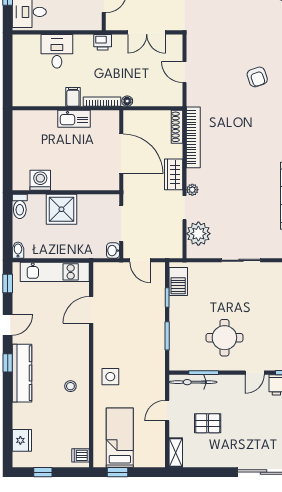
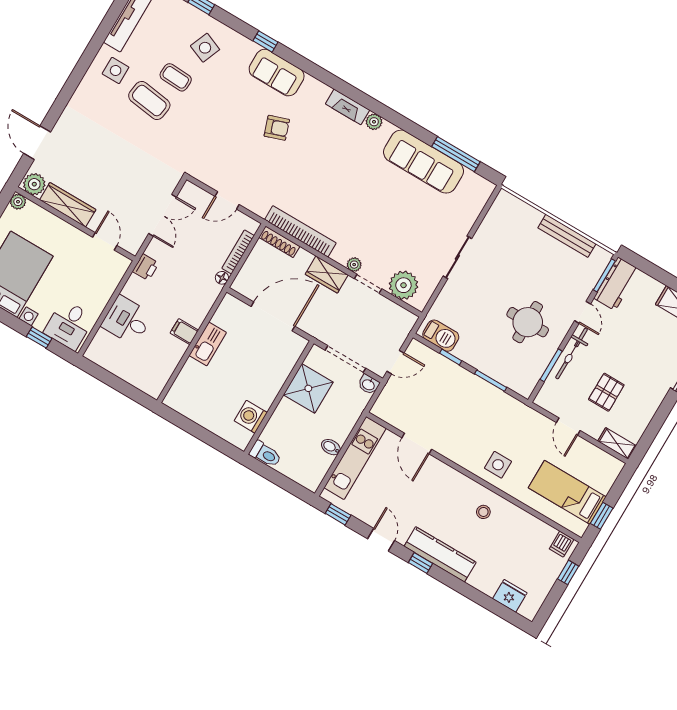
bookcase: (102, 102) -> (238, 252), moved
shower: (61, 209) -> (308, 388), moved
bidet: (18, 250) -> (331, 447), moved
bicycle: (193, 382) -> (571, 354), moved
window: (43, 472) -> (568, 572), moved

